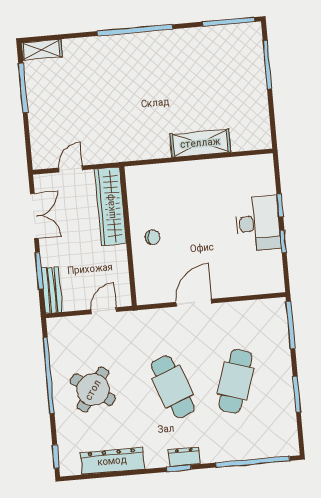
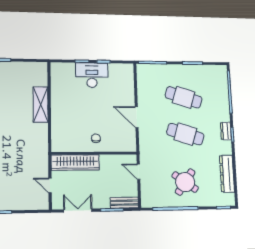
cafe table: (173, 387) -> (185, 134), turned 39

